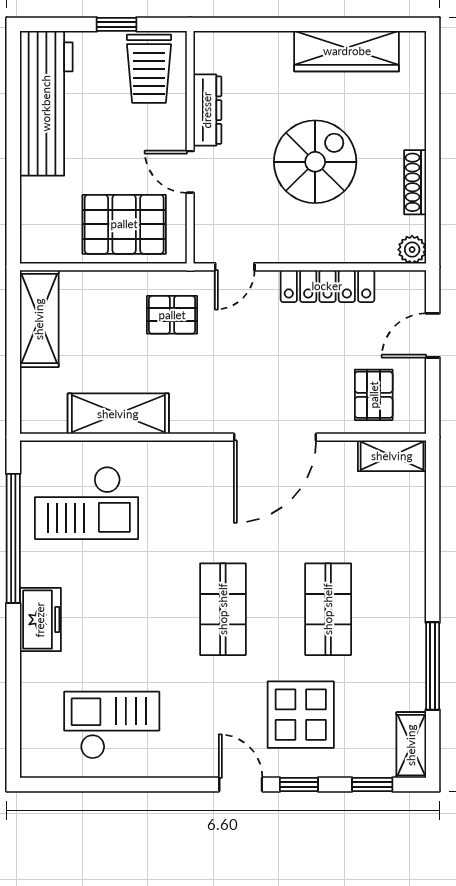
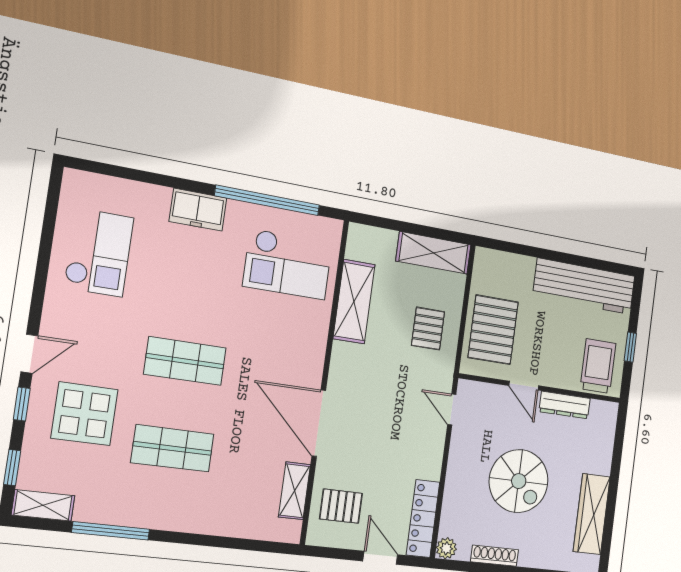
trolley: (149, 69) -> (598, 366), turned 90
door: (190, 172) -> (524, 386), swing flipped
locker: (327, 286) -> (423, 519), moved
pallet: (172, 315) -> (428, 329), moved
shelving: (392, 456) -> (295, 491), moved
checkout: (87, 503) -> (288, 264), turned -90

